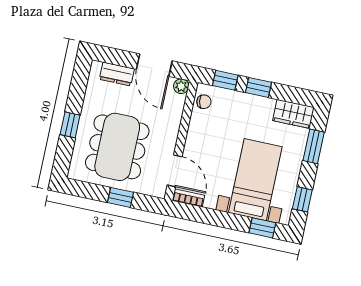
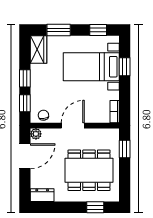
dresser: (117, 74) -> (42, 195), moved, turned -90
window: (70, 125) -> (95, 207), moved
door: (175, 171) -> (73, 126), moved
window: (120, 197) -> (125, 149), moved
window: (262, 228) -> (125, 67), moved

